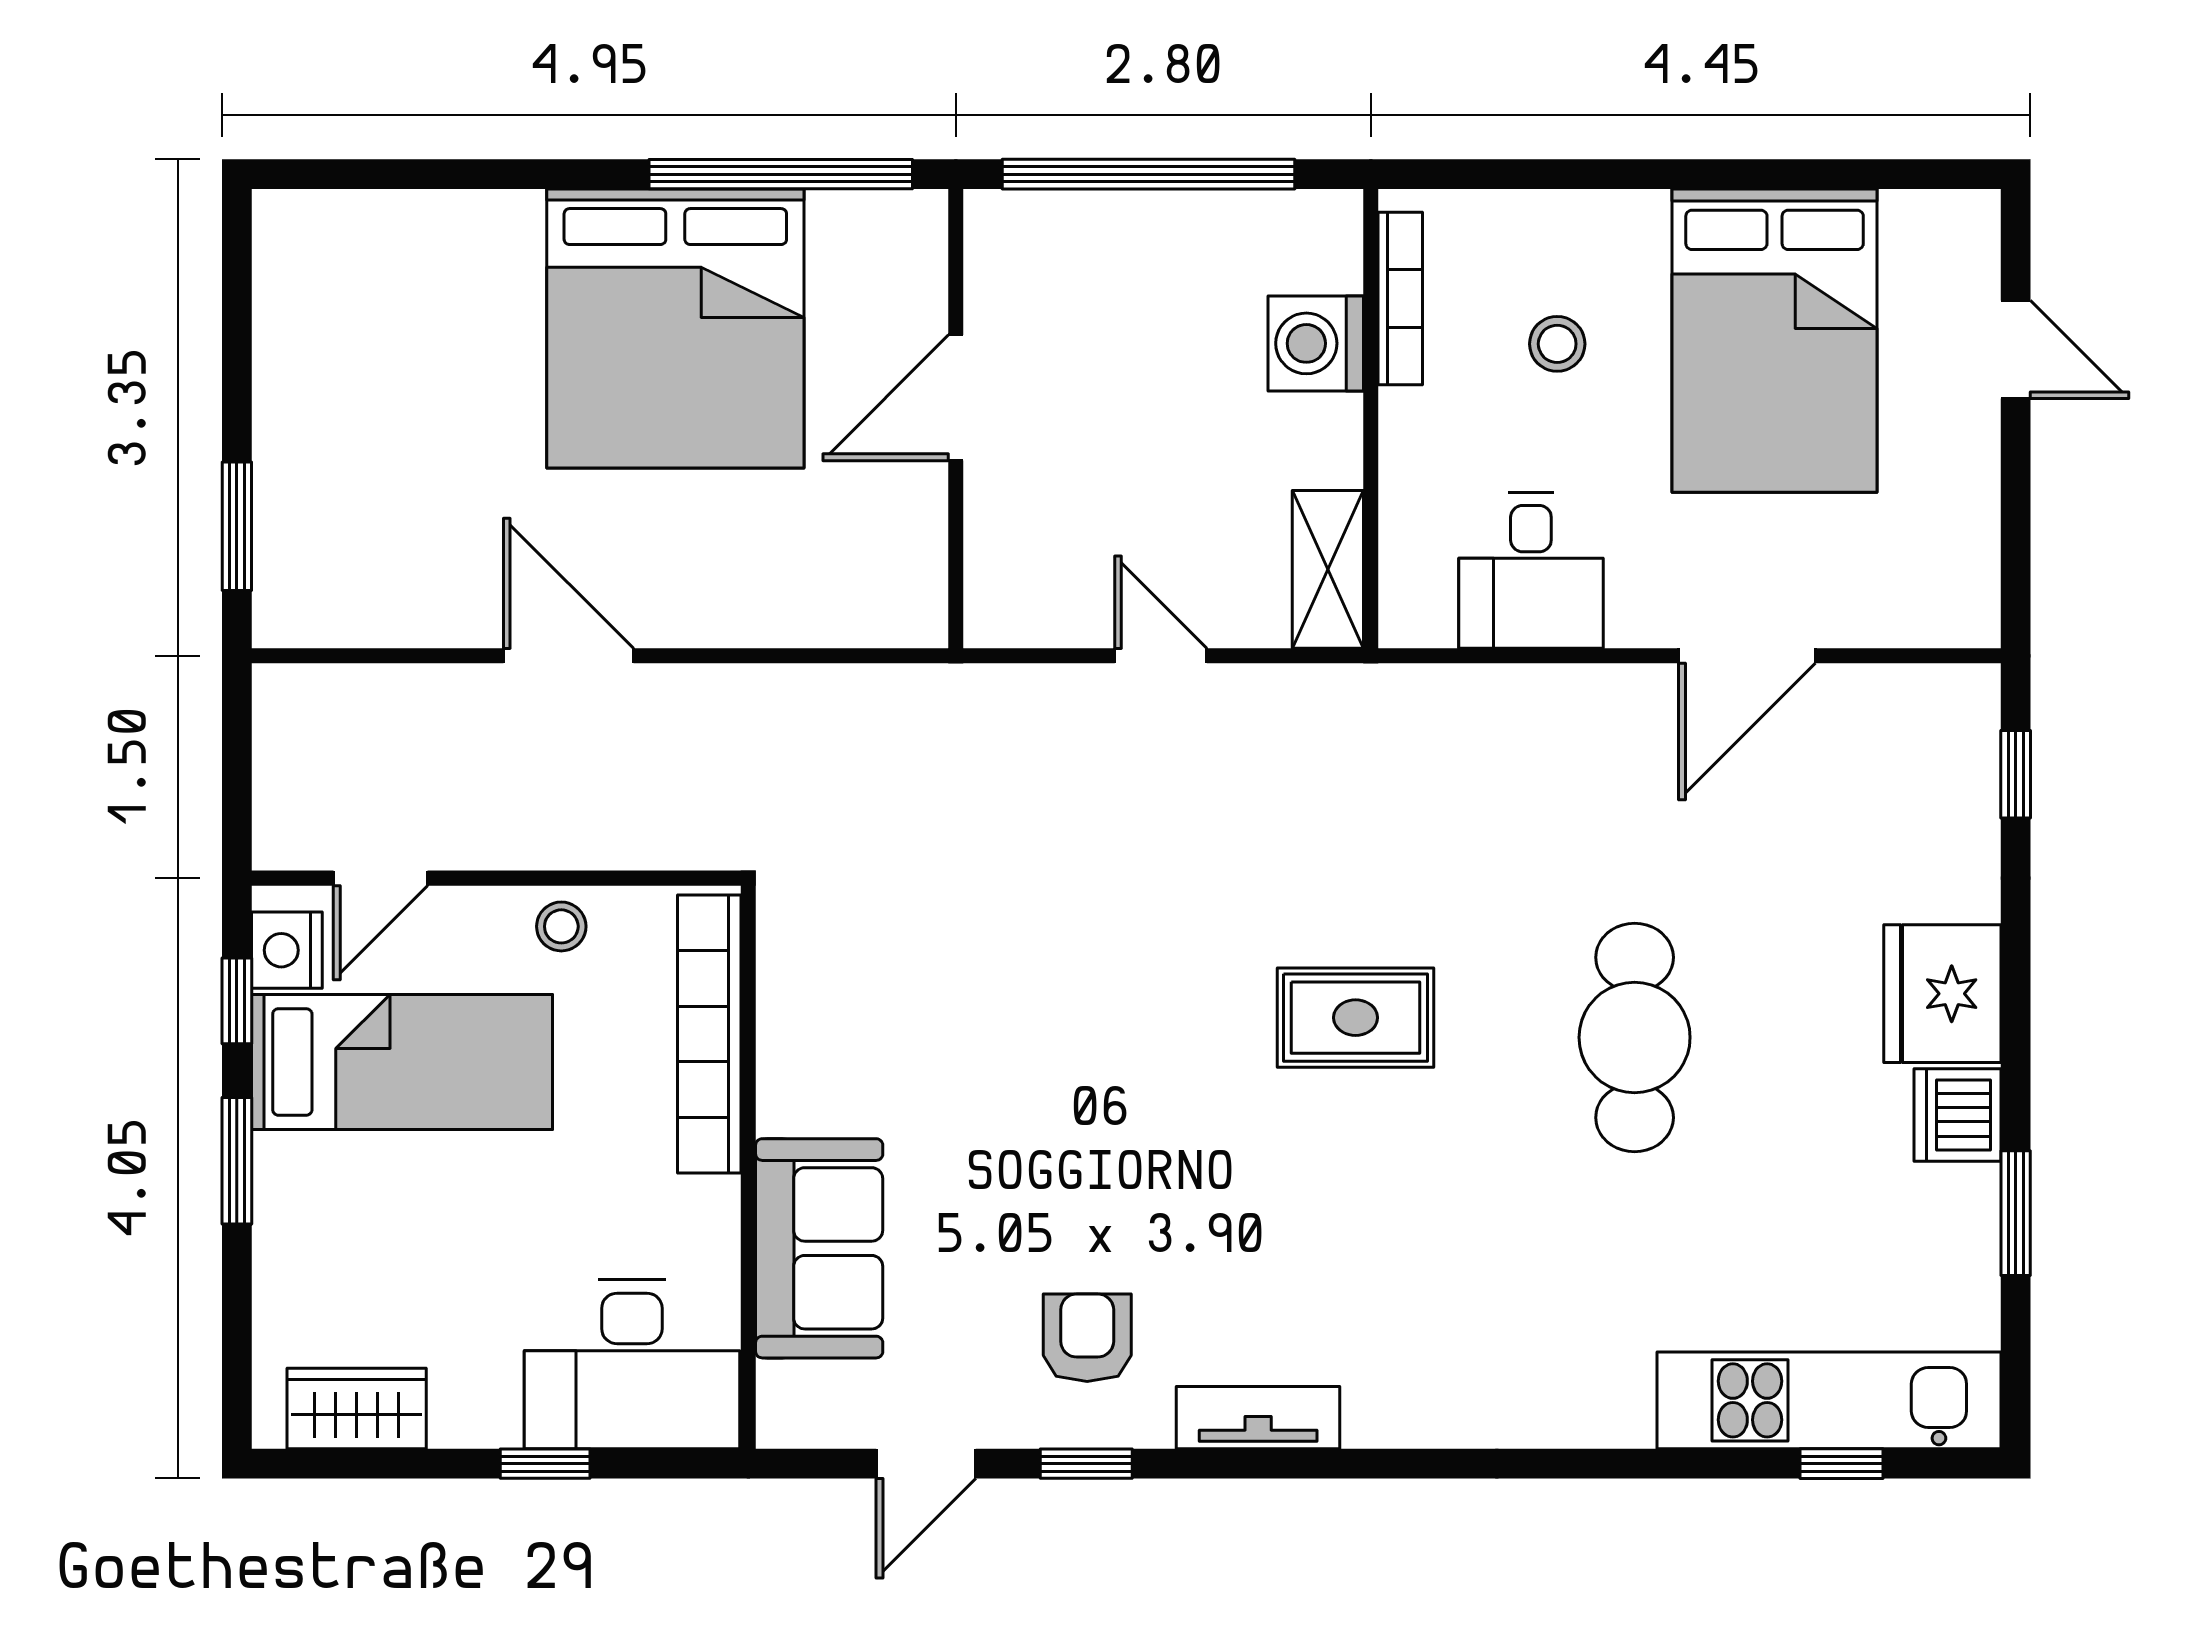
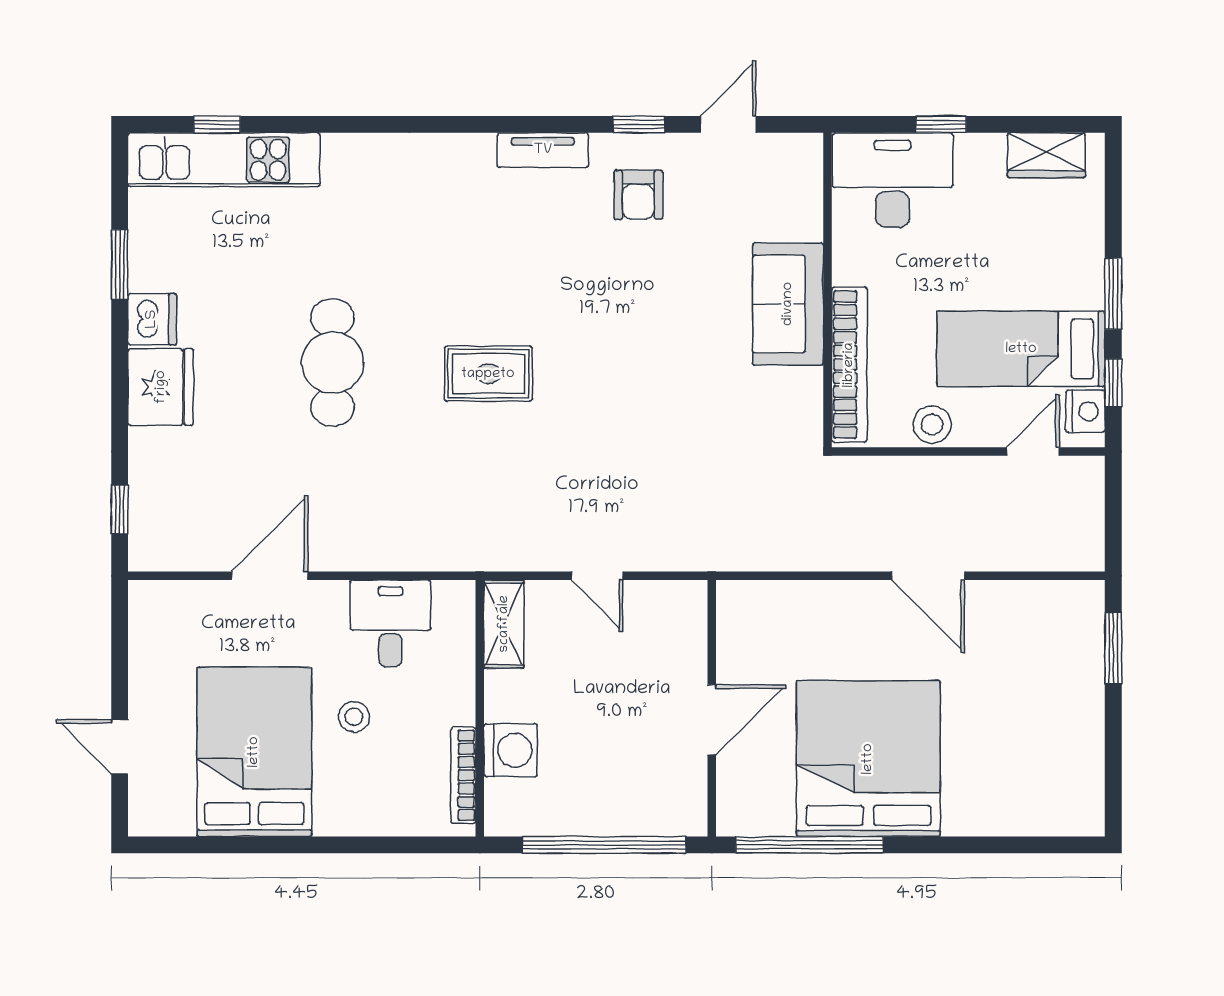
stool: (1557, 344) -> (354, 717), moved
stool: (561, 926) -> (932, 425), width x1.37, depth x1.37
sofa: (819, 1248) -> (788, 304), moved

